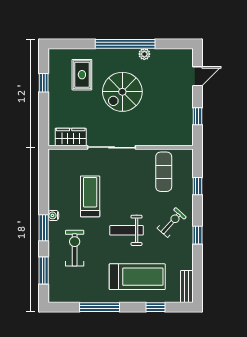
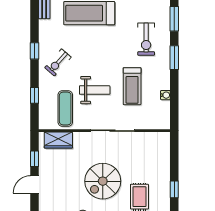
door: (197, 76) -> (35, 184), moved
spiral stairs: (122, 92) -> (103, 181), turned 180
wardrobe: (71, 137) -> (58, 140), moved
water cooler: (53, 215) -> (165, 95), moved
weight bench: (127, 230) -> (95, 90), moved

